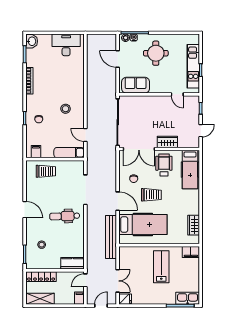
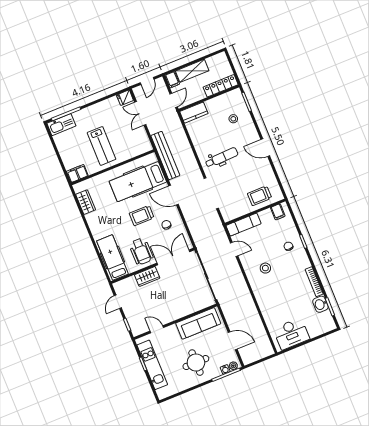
washbasin: (32, 41) -> (320, 304), moved
sofa: (136, 85) -> (198, 323), width x1.36
shelving: (40, 299) -> (192, 71), moved

